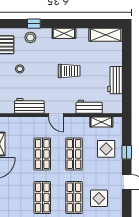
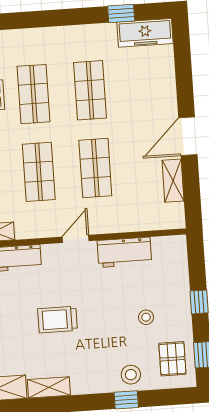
shelving: (64, 33) -> (49, 387), moved
door: (56, 115) -> (76, 239), hinge flipped

